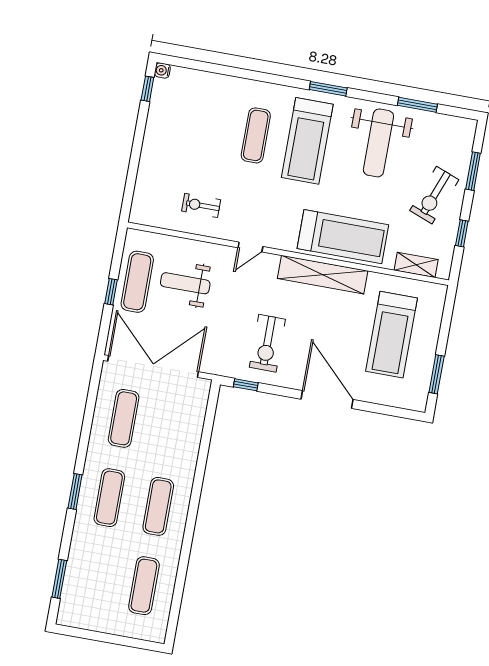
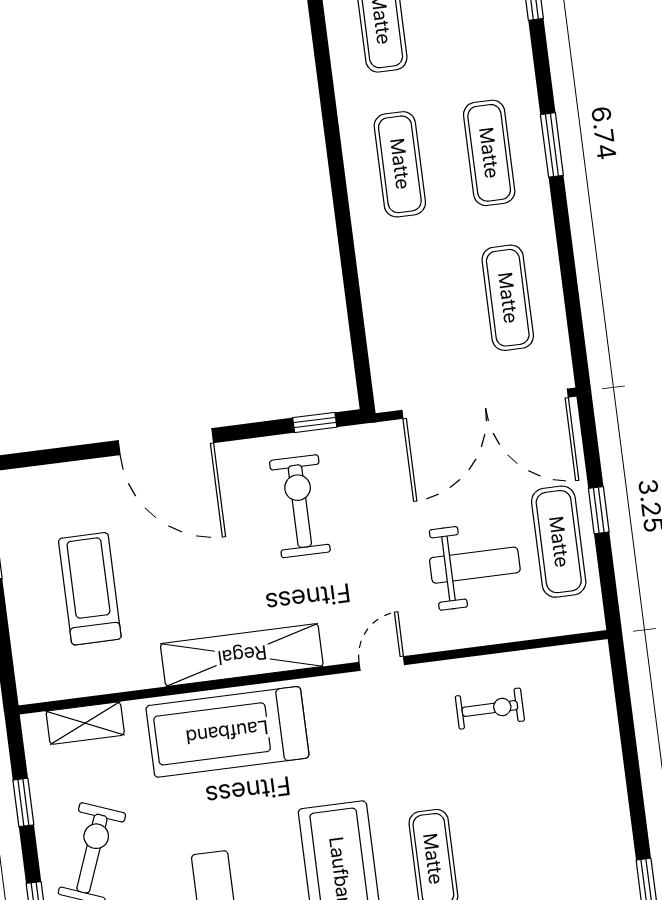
treadmill: (391, 335) -> (90, 589), width x0.73, depth x0.73

